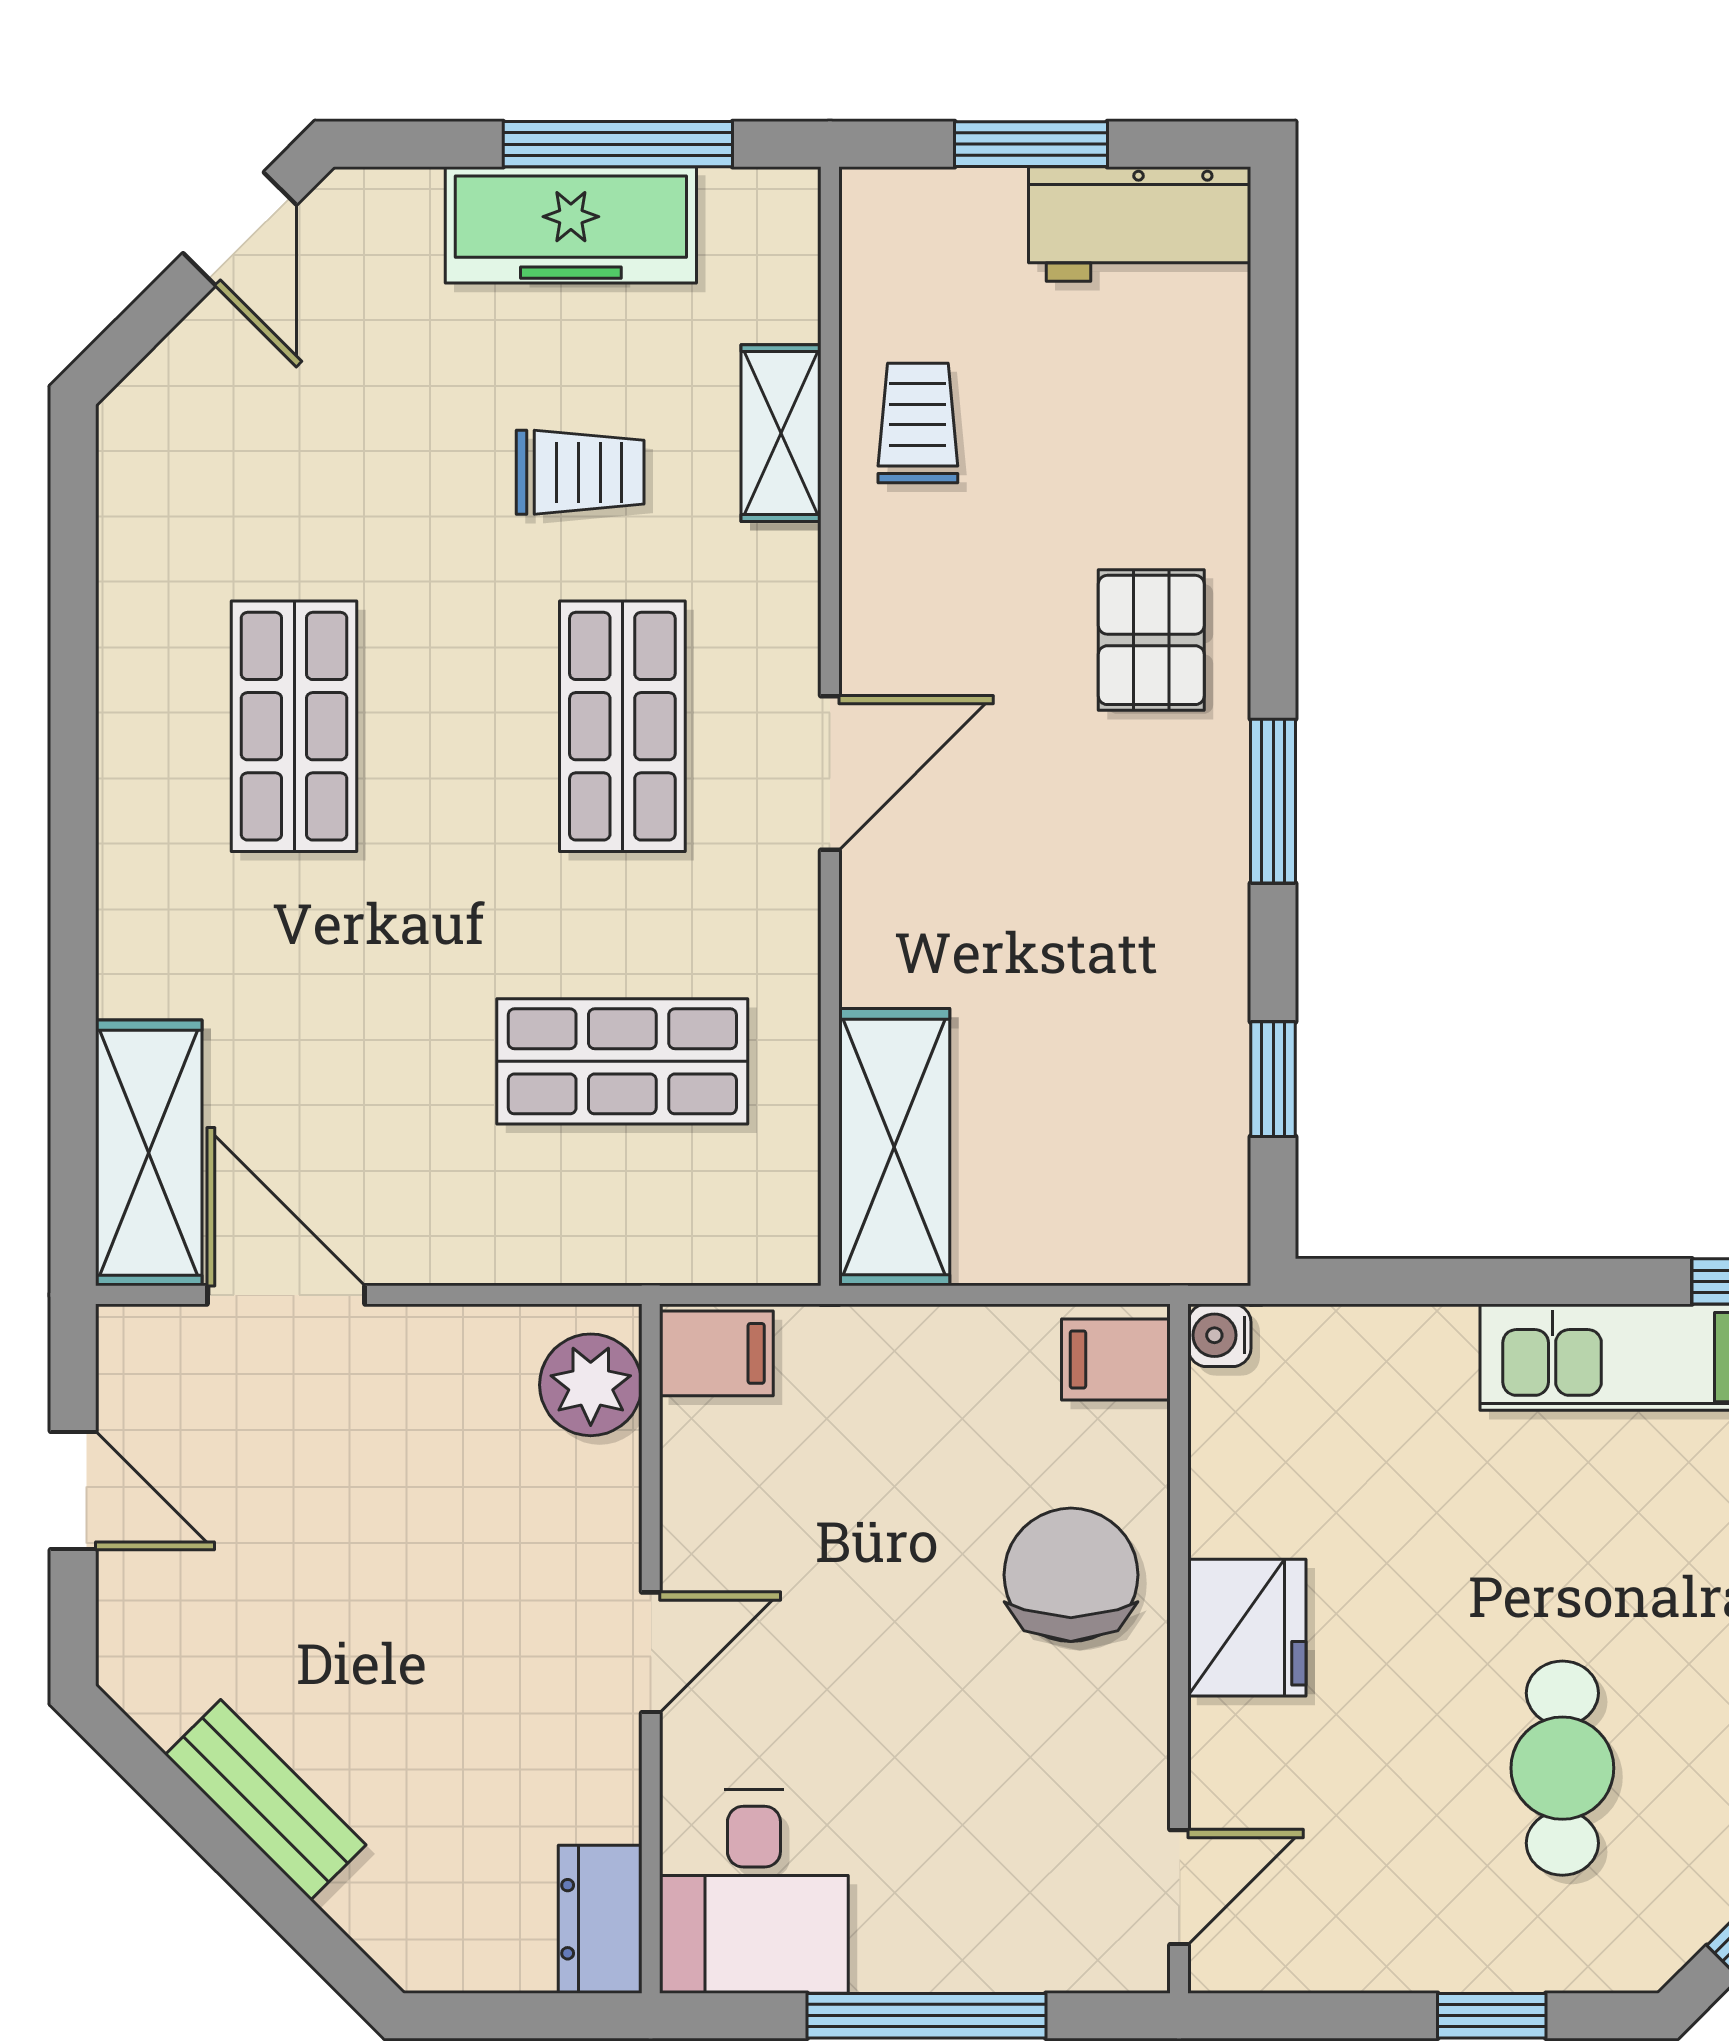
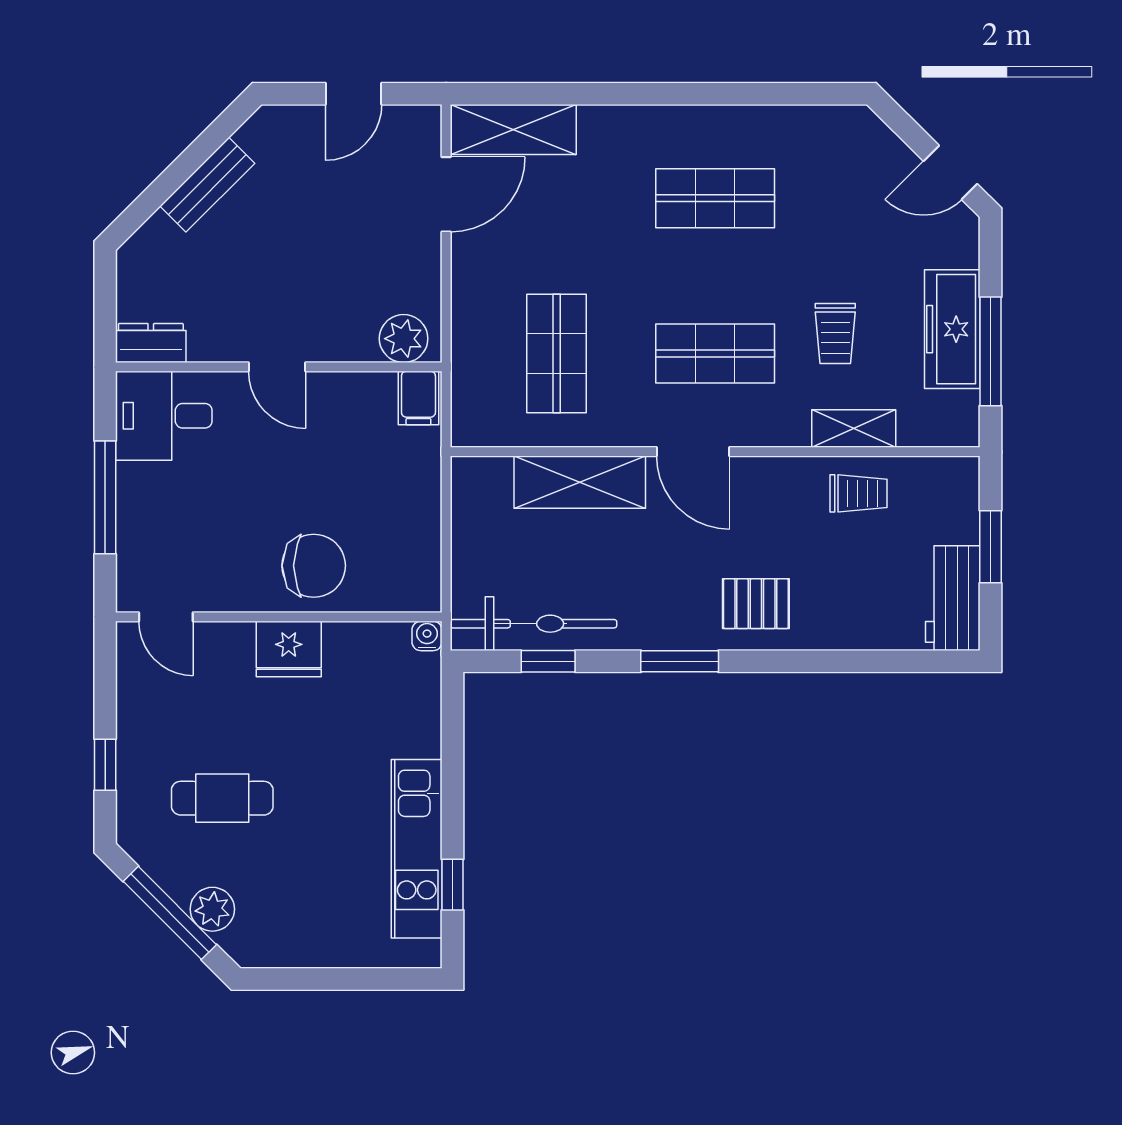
bicycle: (1194, 1110) -> (533, 624), added
shelving: (894, 1147) -> (580, 482), moved
filing cabinet: (1116, 1359) -> (416, 587), removed

